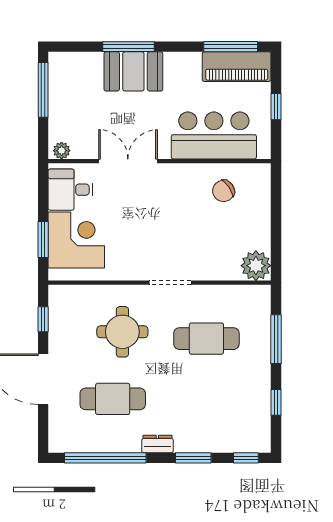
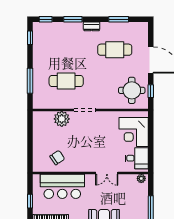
double door: (128, 161) -> (107, 173), width x0.73
window: (43, 240) -> (151, 132), removed
plant: (256, 266) -> (62, 119), moved
round table: (122, 332) -> (132, 90), moved
window: (276, 402) -> (30, 38), moved
window: (105, 458) -> (119, 19), width x0.47

